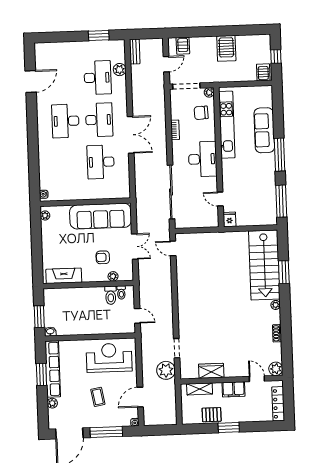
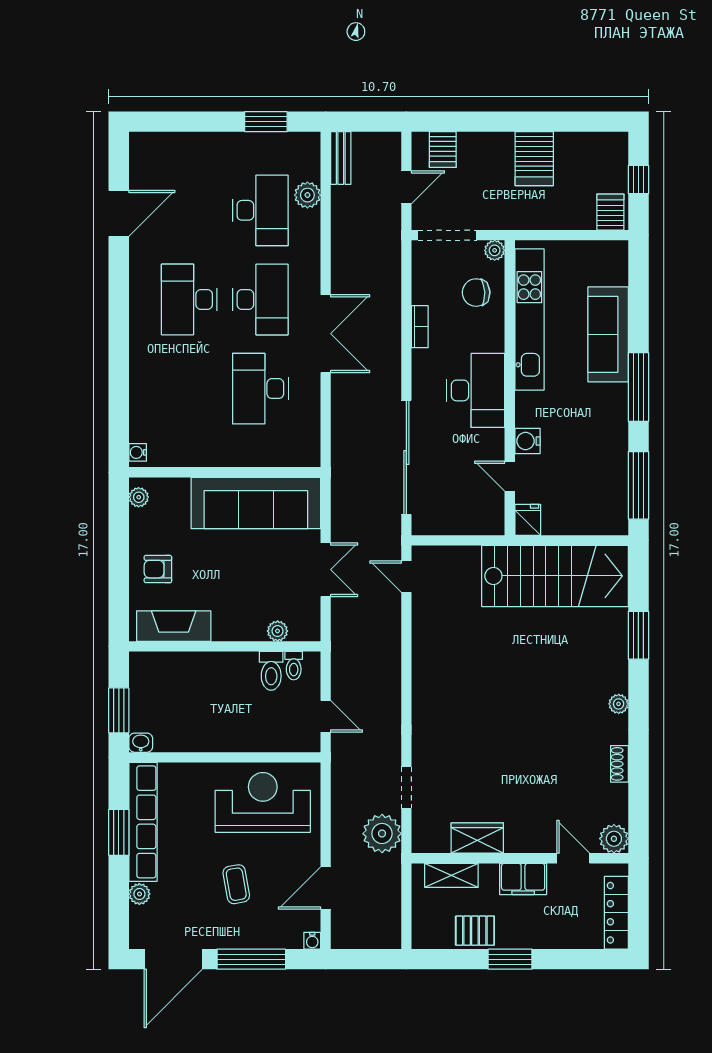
water cooler: (228, 182) -> (528, 441), added
armchair: (103, 257) -> (158, 569), moved
stairs: (264, 265) -> (555, 576), moved, turned -90

